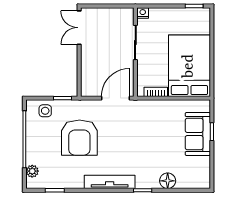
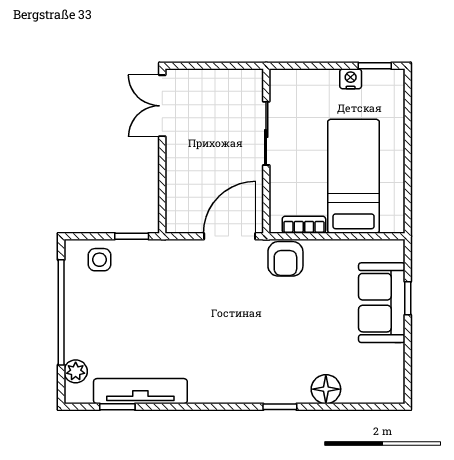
nightstand: (143, 13) -> (351, 79), moved
bed: (189, 66) -> (354, 176), width x0.67
armchair: (79, 138) -> (285, 259), moved, width x0.53, depth x0.53
tv unit: (110, 182) -> (140, 391), moved

